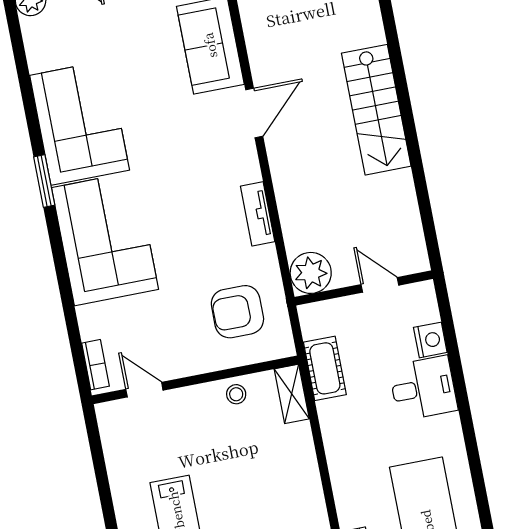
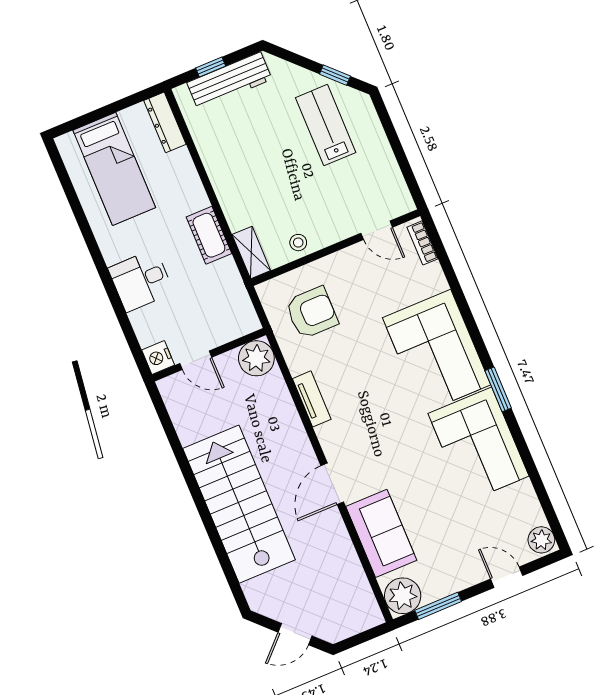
stairs: (376, 110) -> (239, 504), width x1.36, depth x1.51
nightstand: (430, 340) -> (158, 358), moved
cot: (325, 368) -> (209, 235), moved

